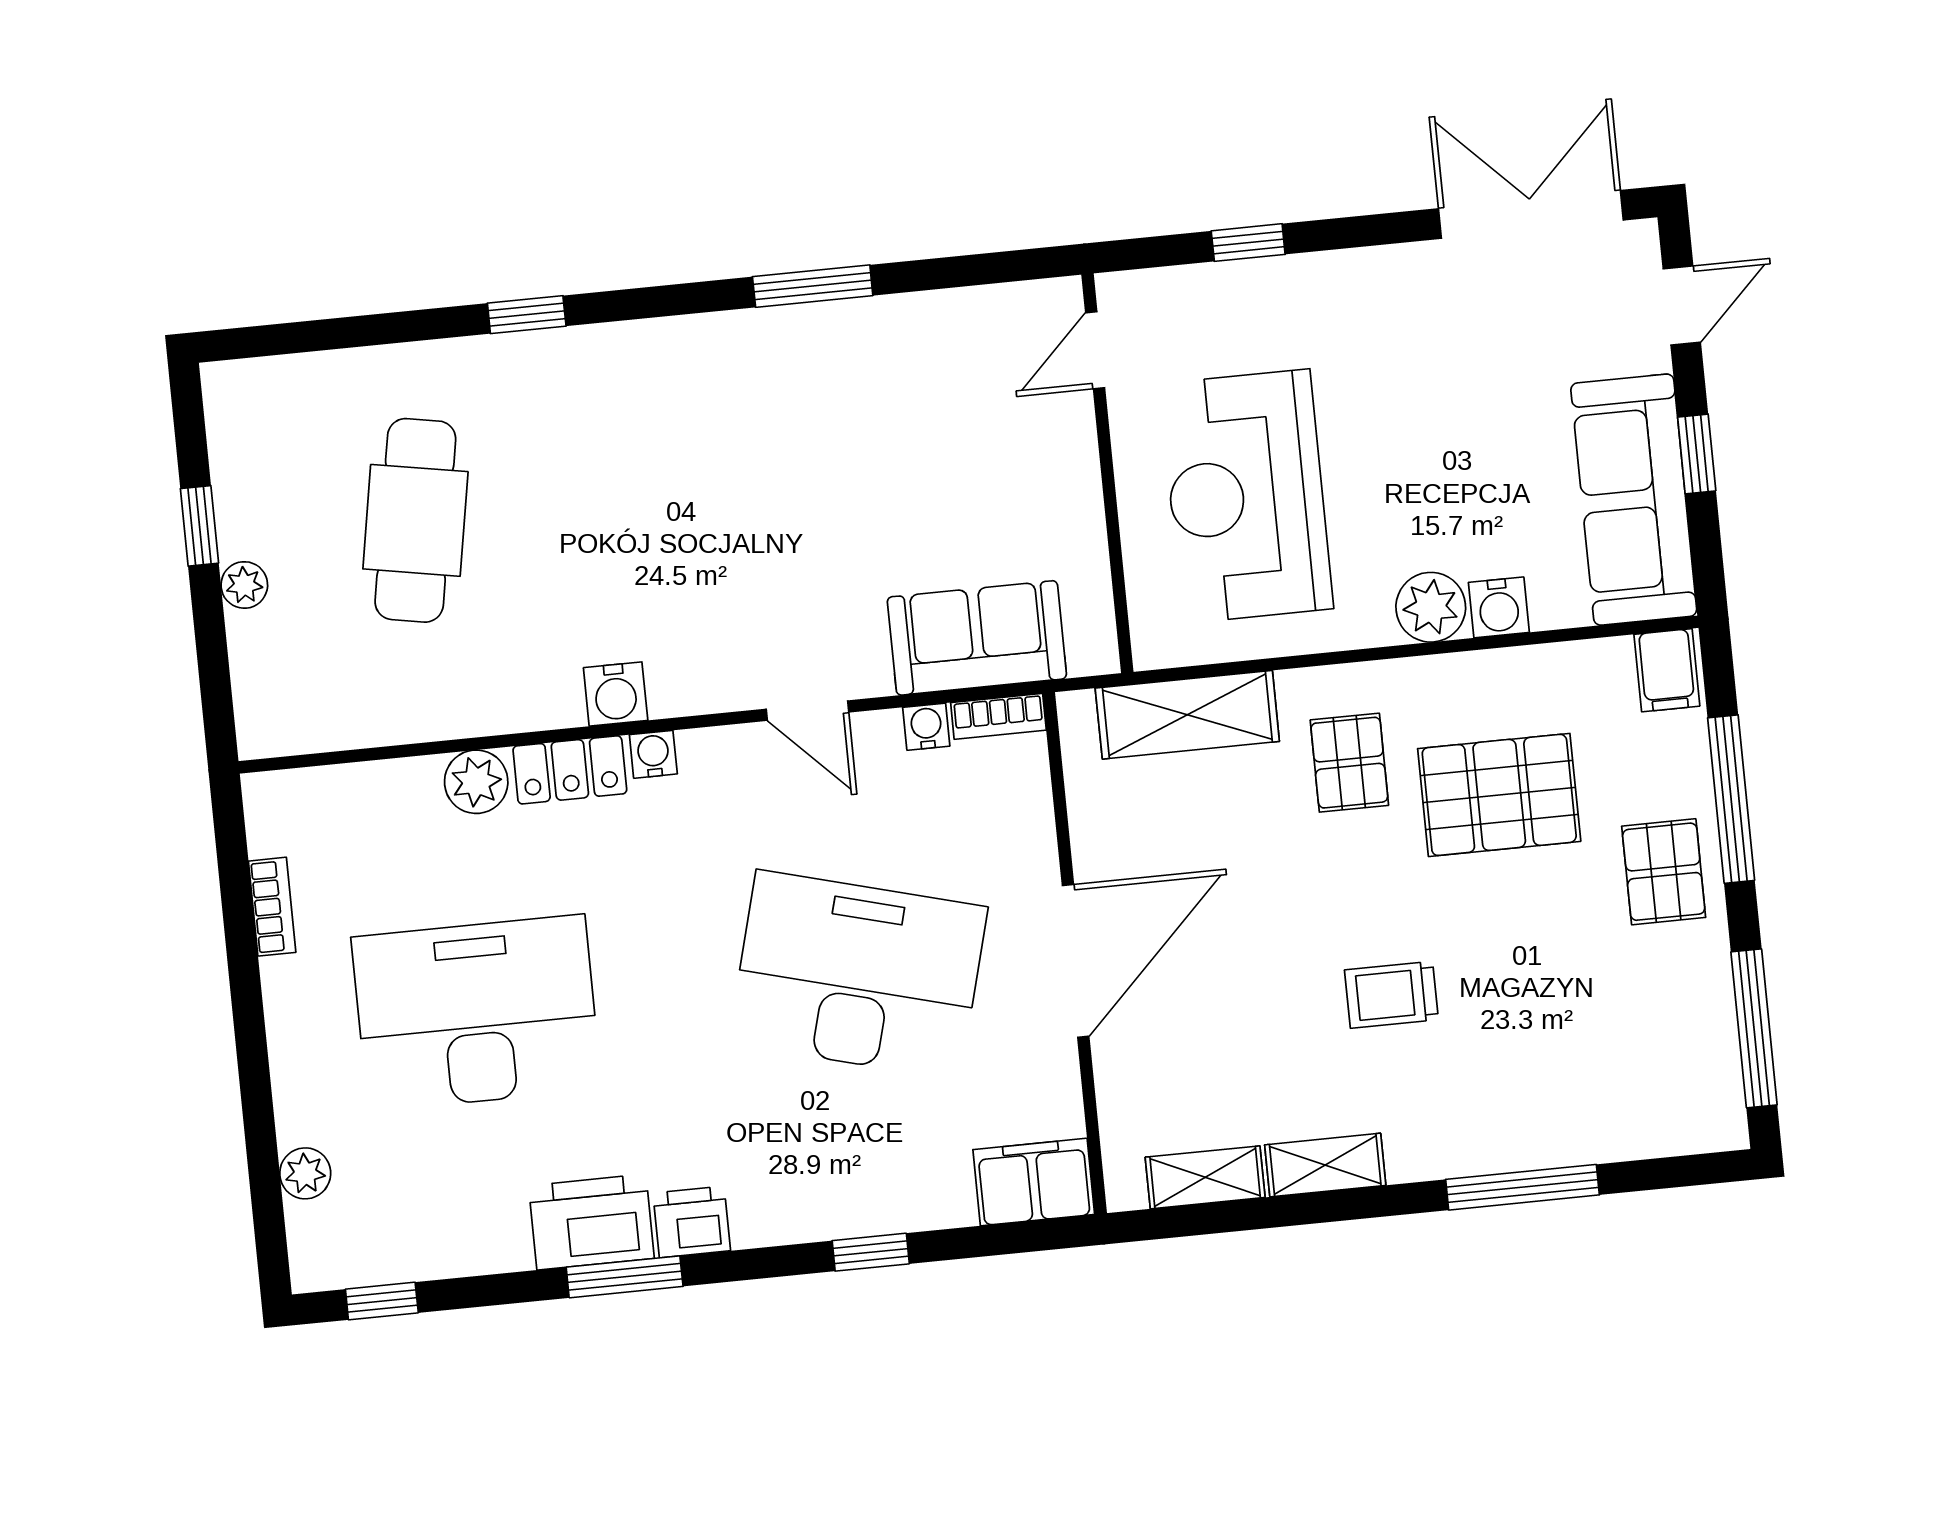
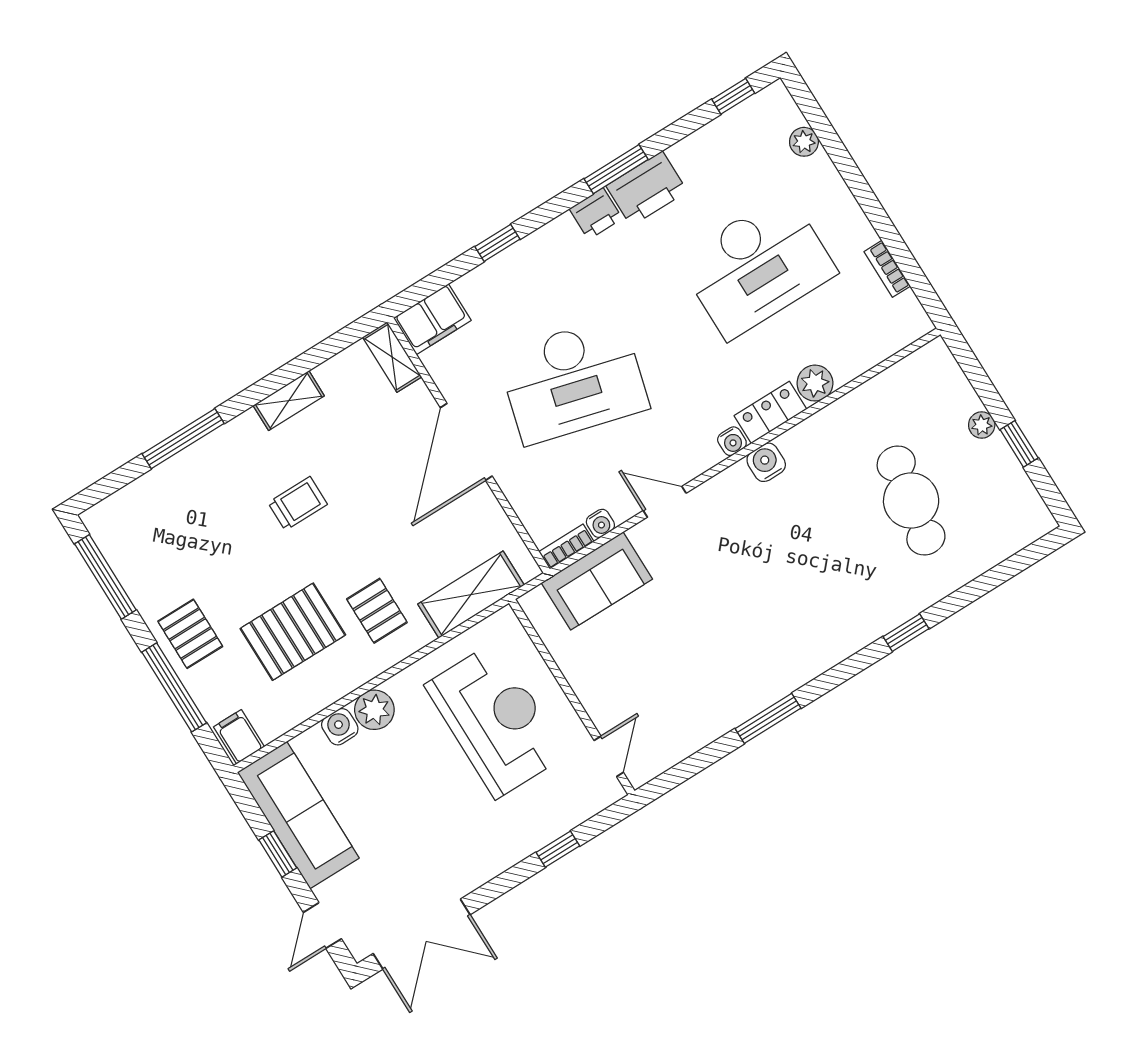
shelving: (1205, 1177) -> (392, 357), moved, turned 90

